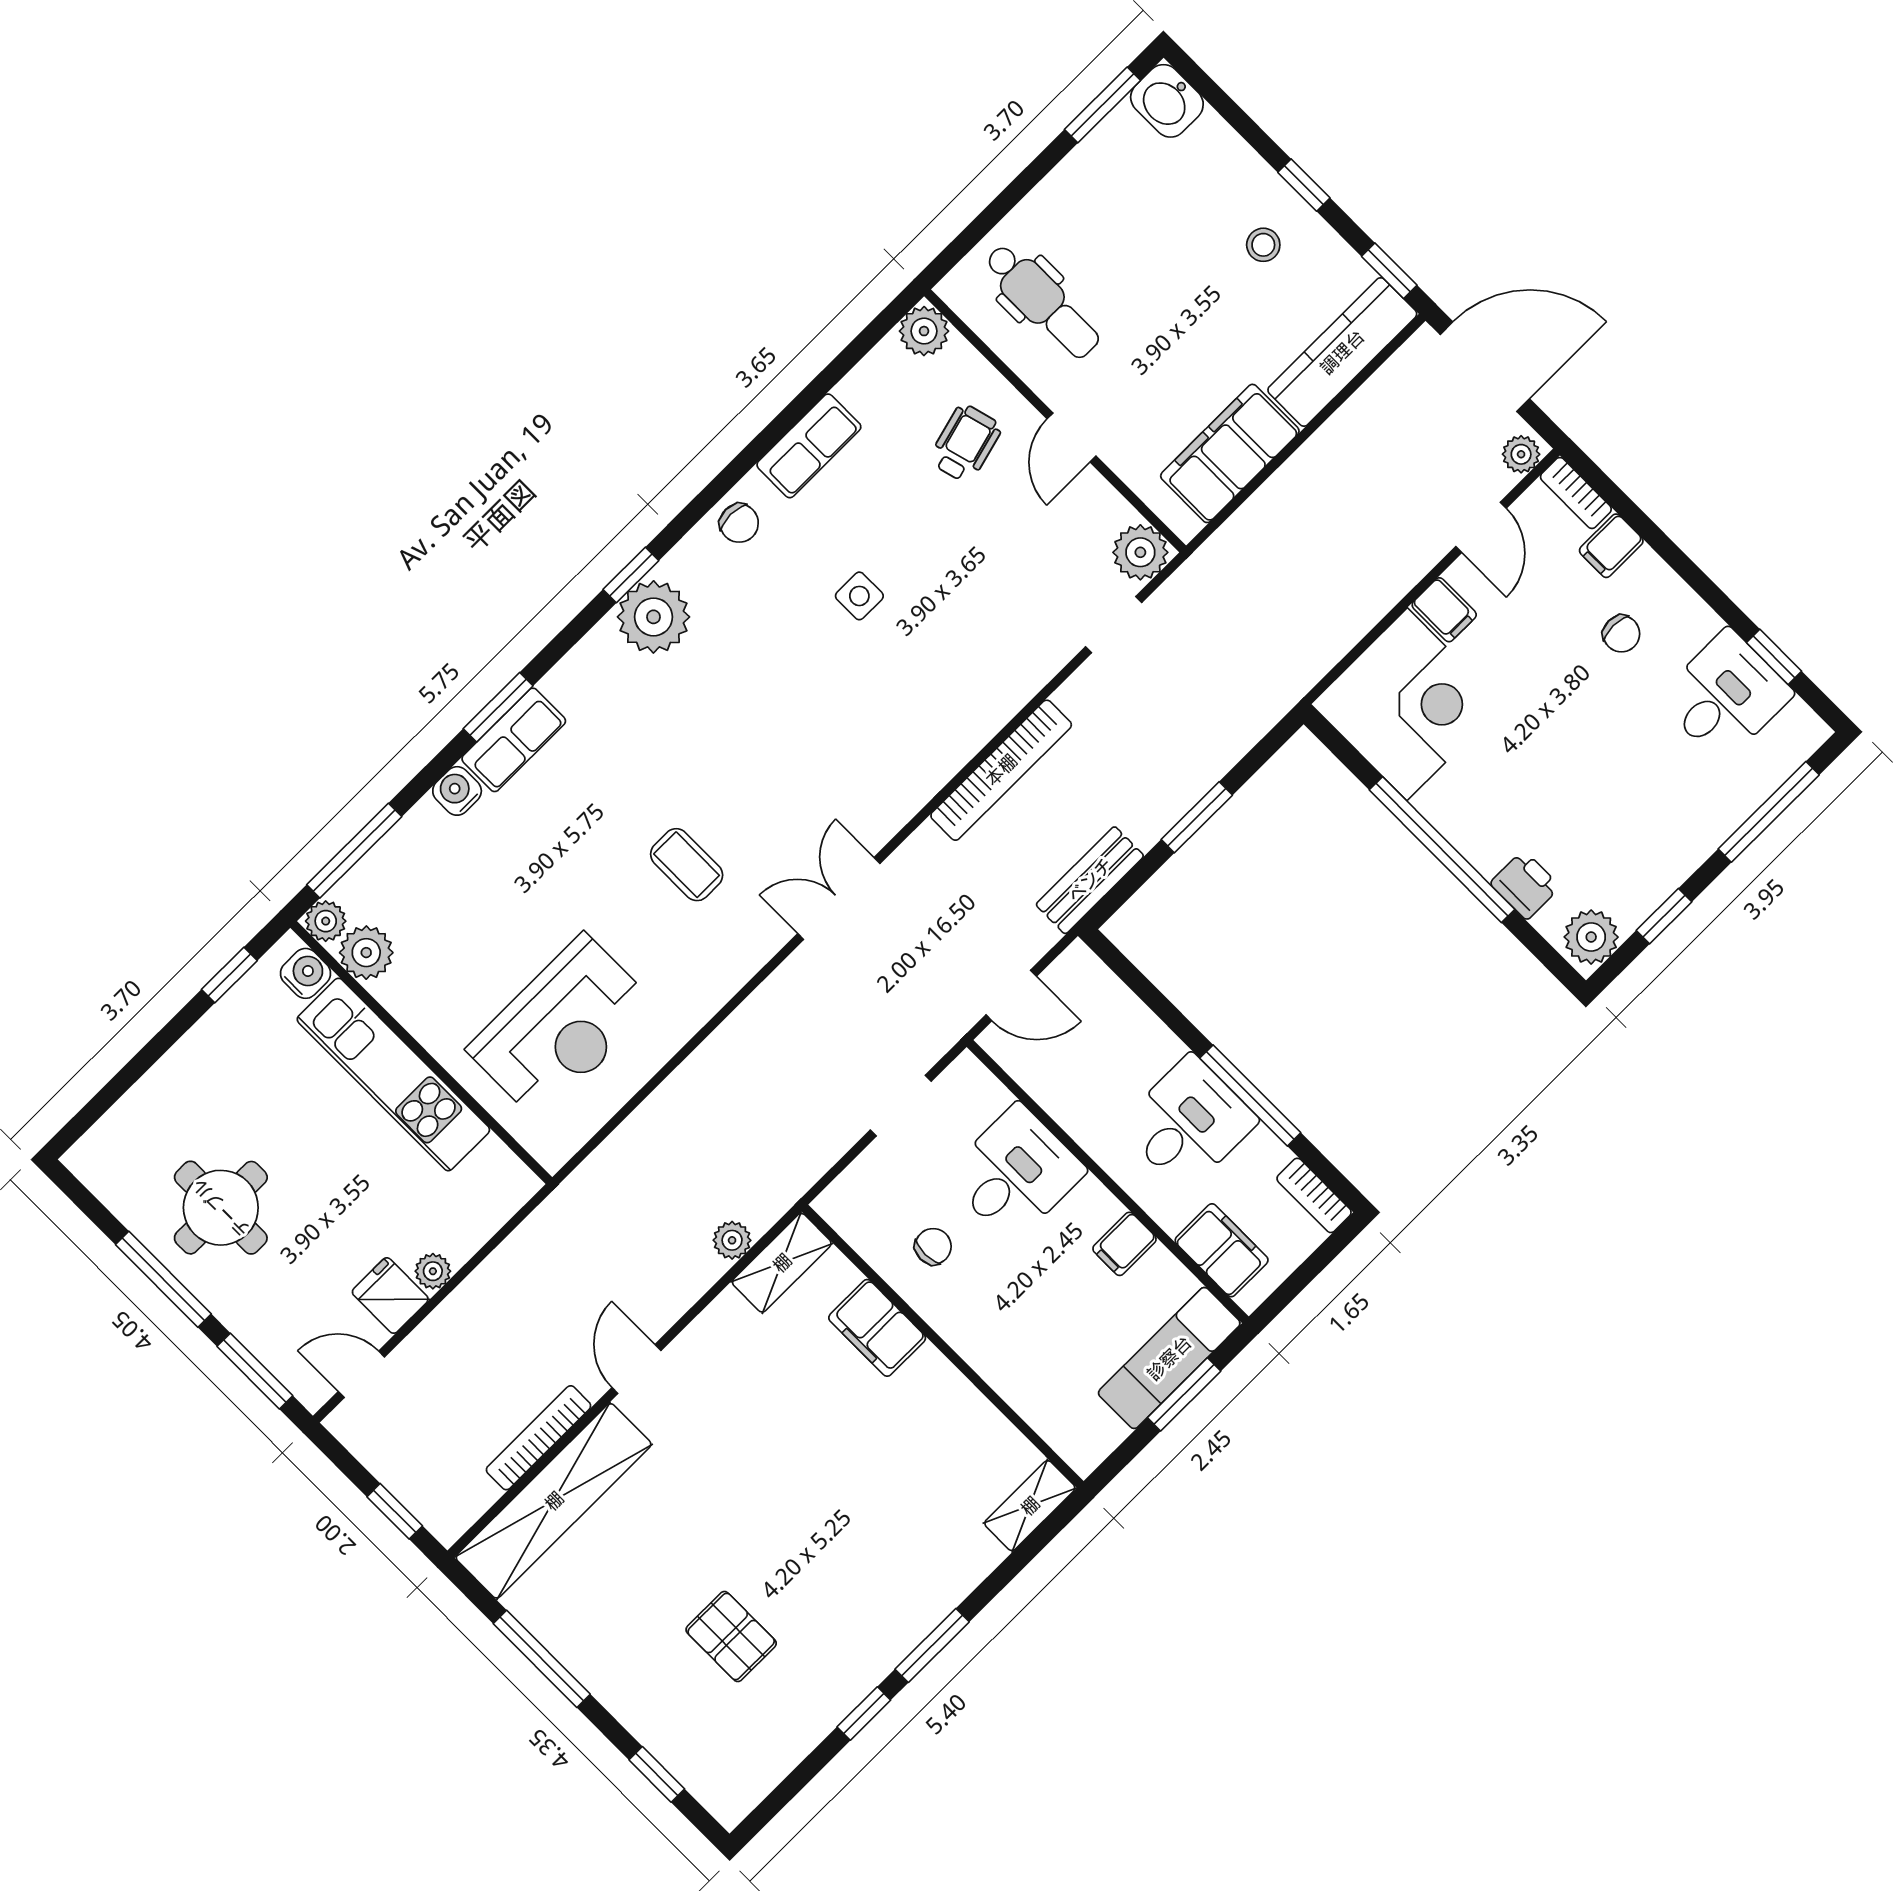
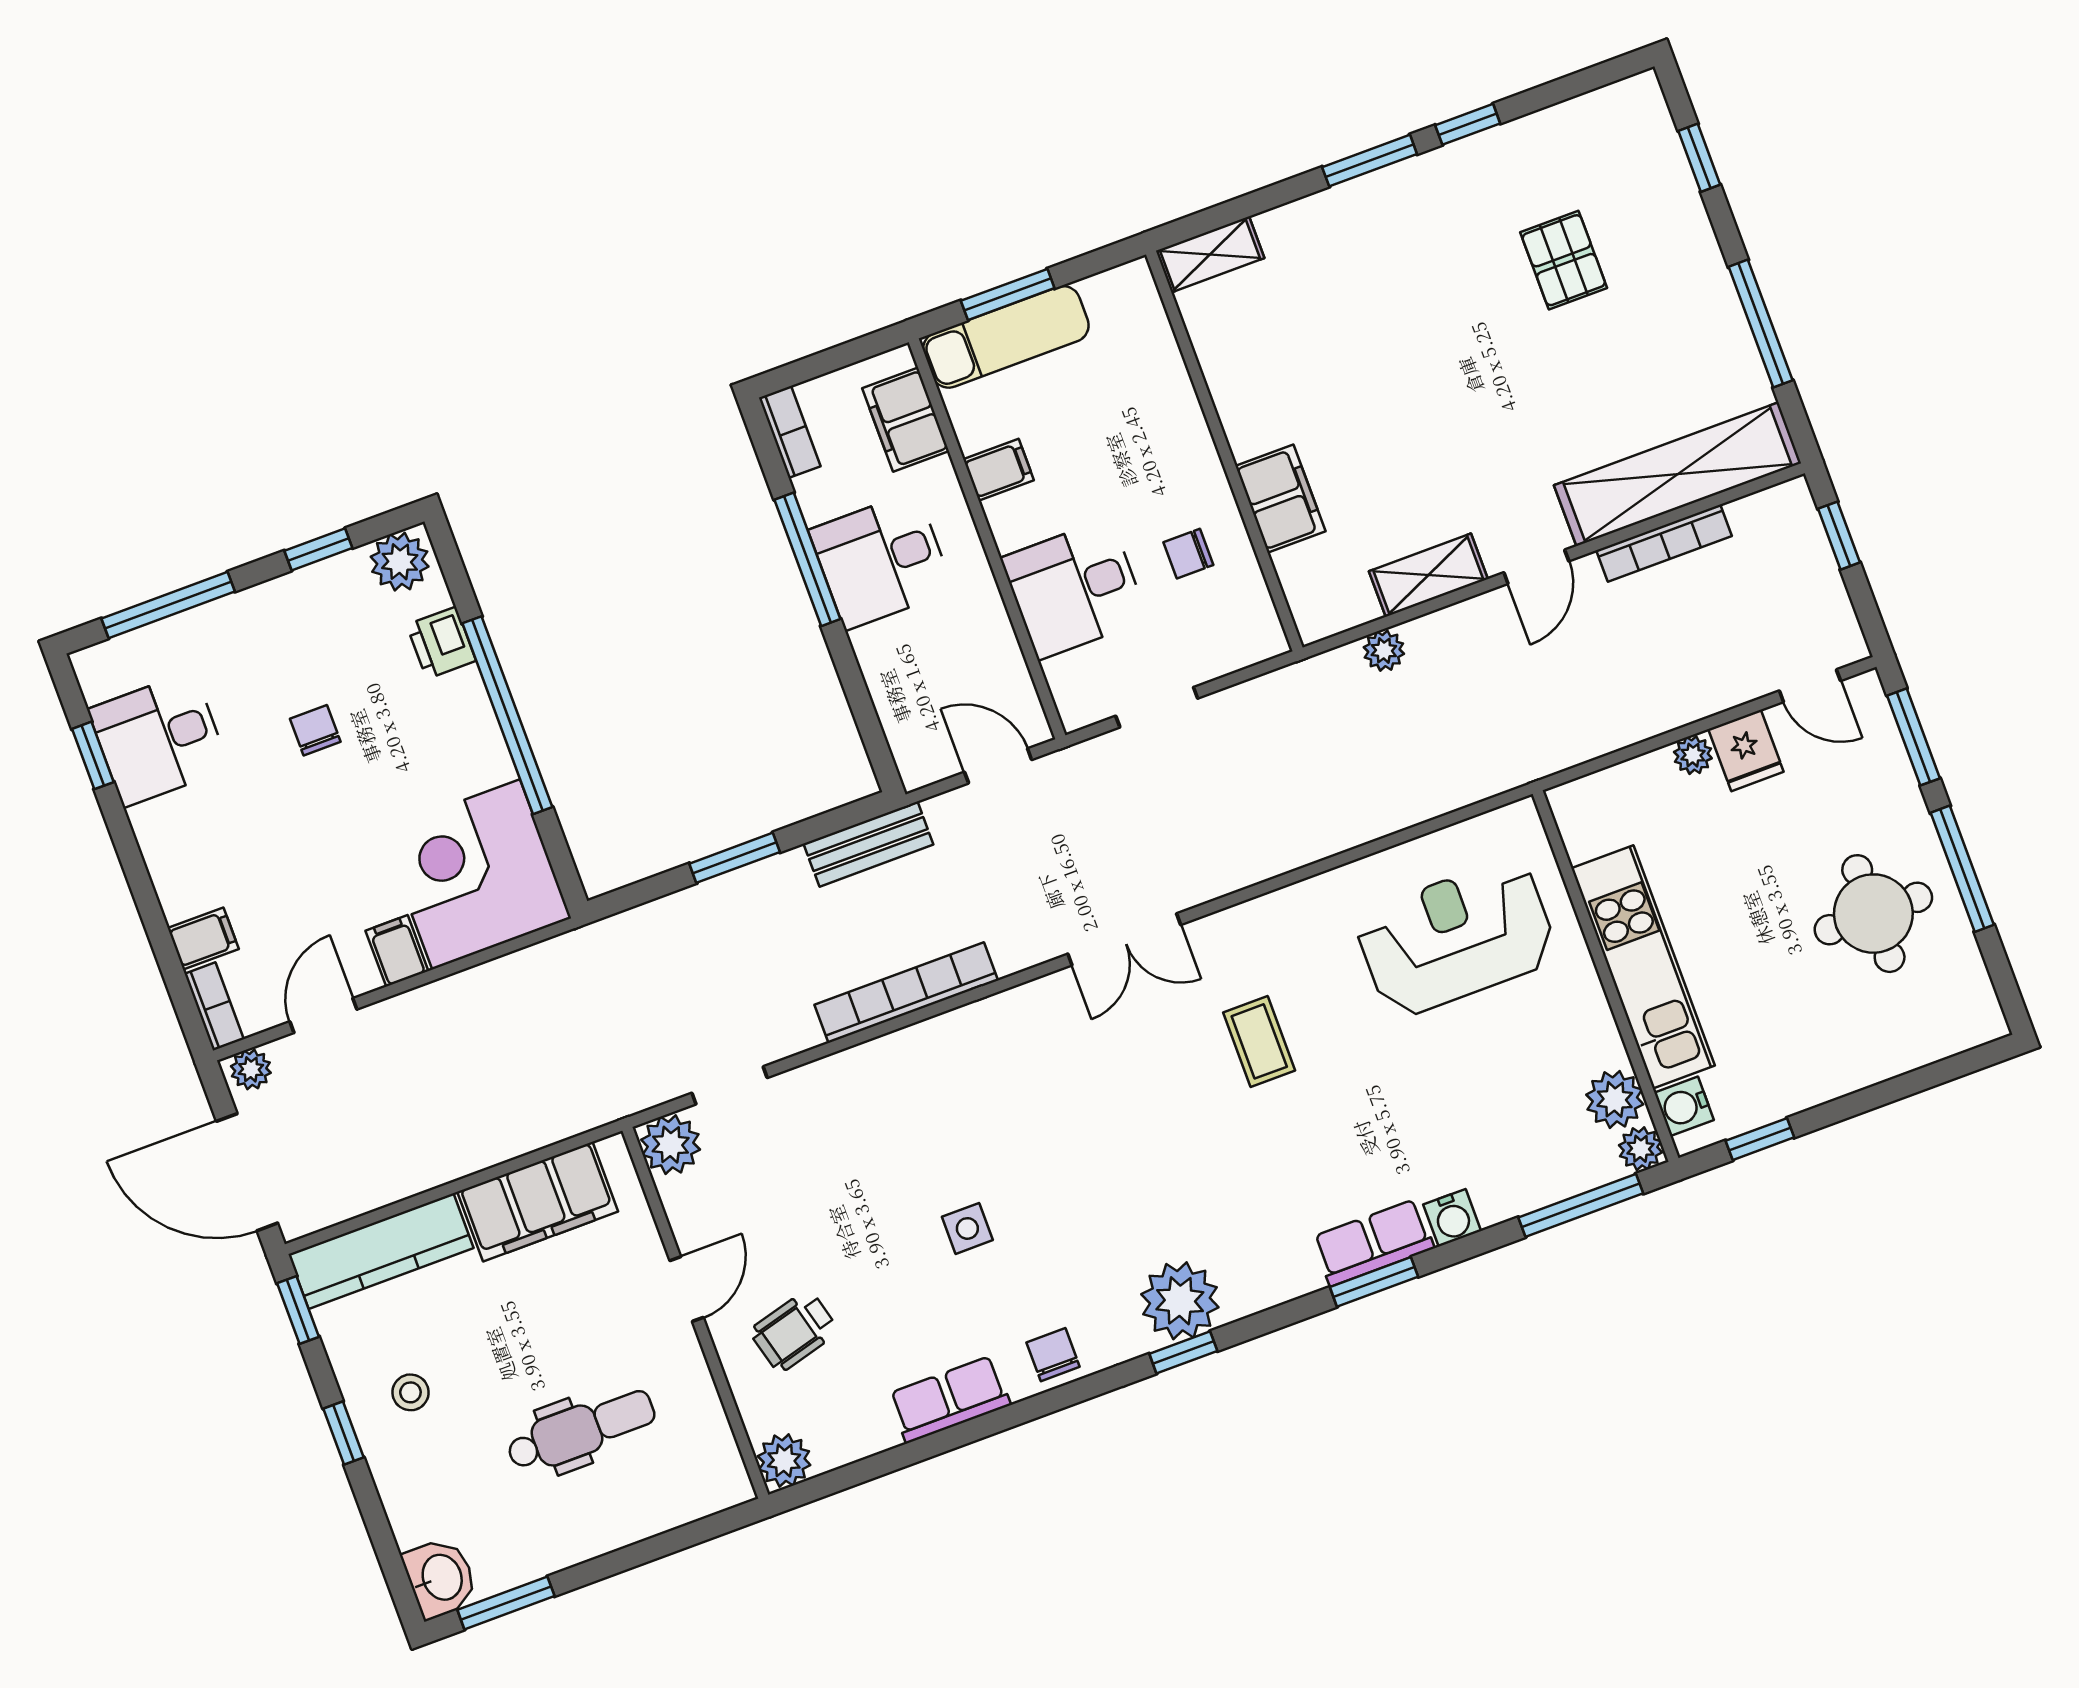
dental chair: (1042, 301) -> (581, 1430), moved, turned 90
chair: (1621, 634) -> (315, 730), moved
shelving: (782, 1263) -> (1428, 575), moved

